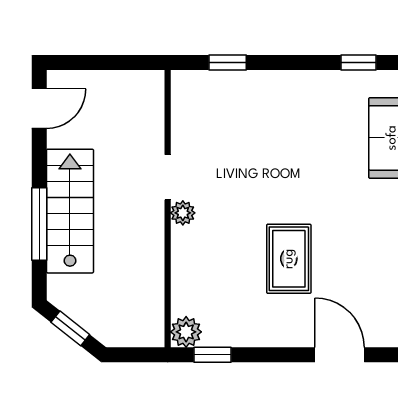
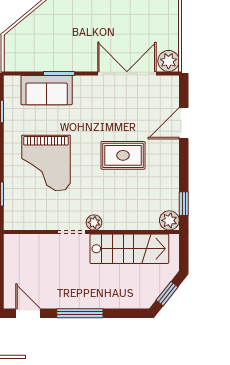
grand piano: (277, 137) -> (46, 163), added
stairs: (70, 211) -> (129, 249), moved, turned 180
window: (39, 224) -> (80, 313), moved

